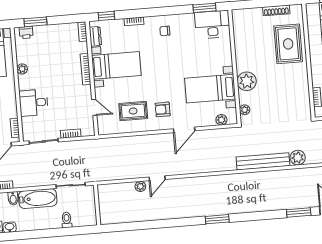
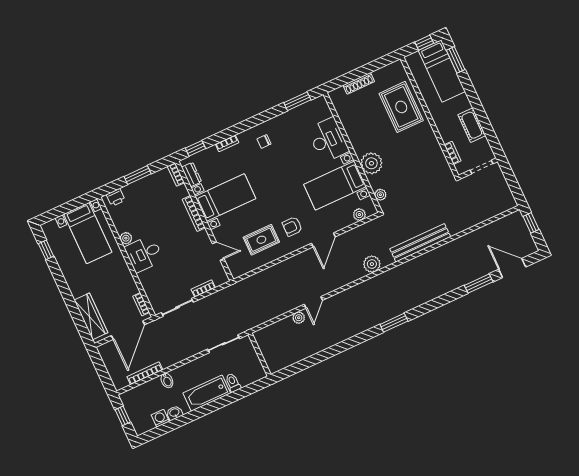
shoe rack: (276, 10) -> (359, 83), moved
window: (35, 22) -> (138, 175), moved
desk: (212, 24) -> (328, 140), moved, turned 90
desk: (34, 103) -> (144, 254), moved
plant: (298, 158) -> (372, 264), moved
bathtub: (38, 199) -> (207, 393), moved, turned 180

